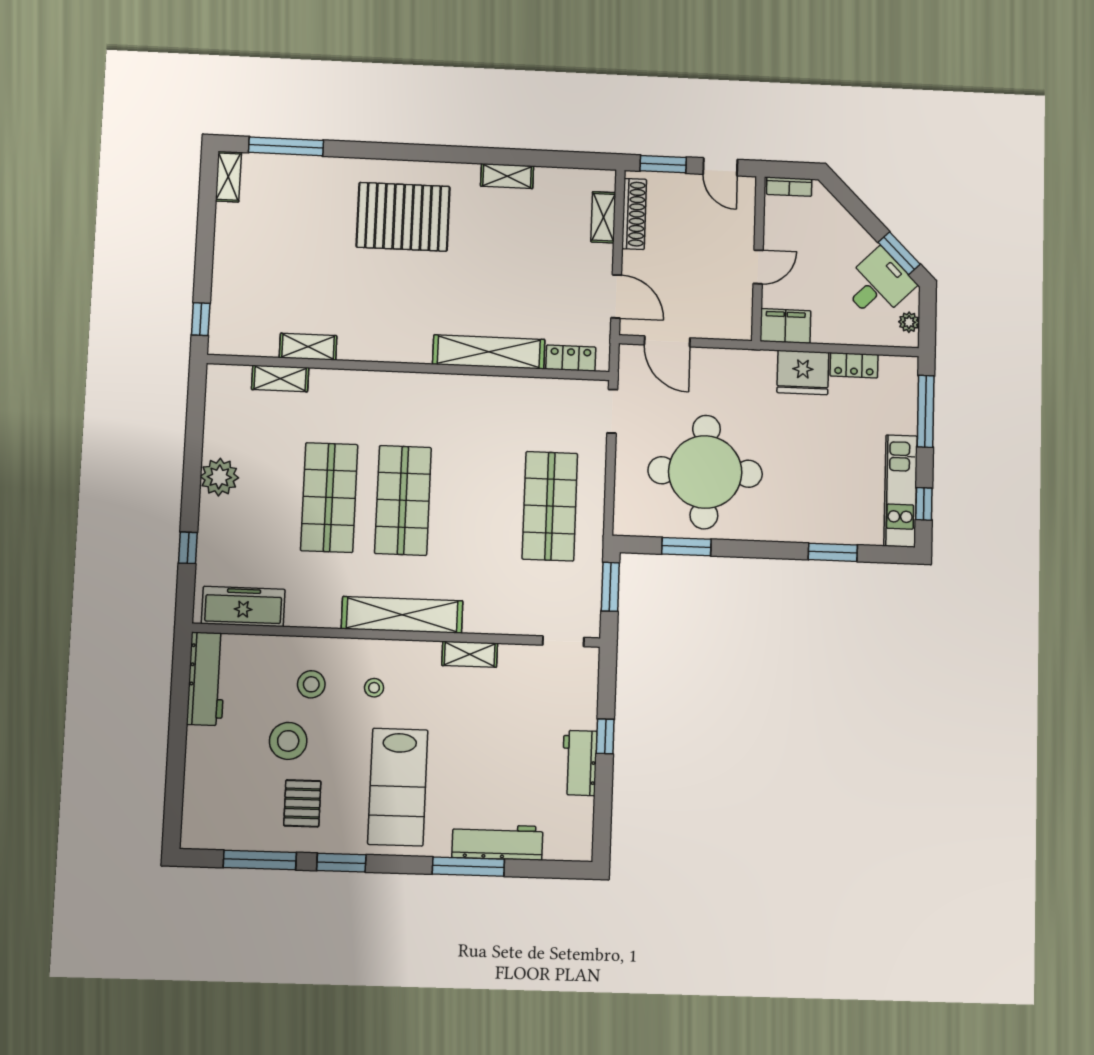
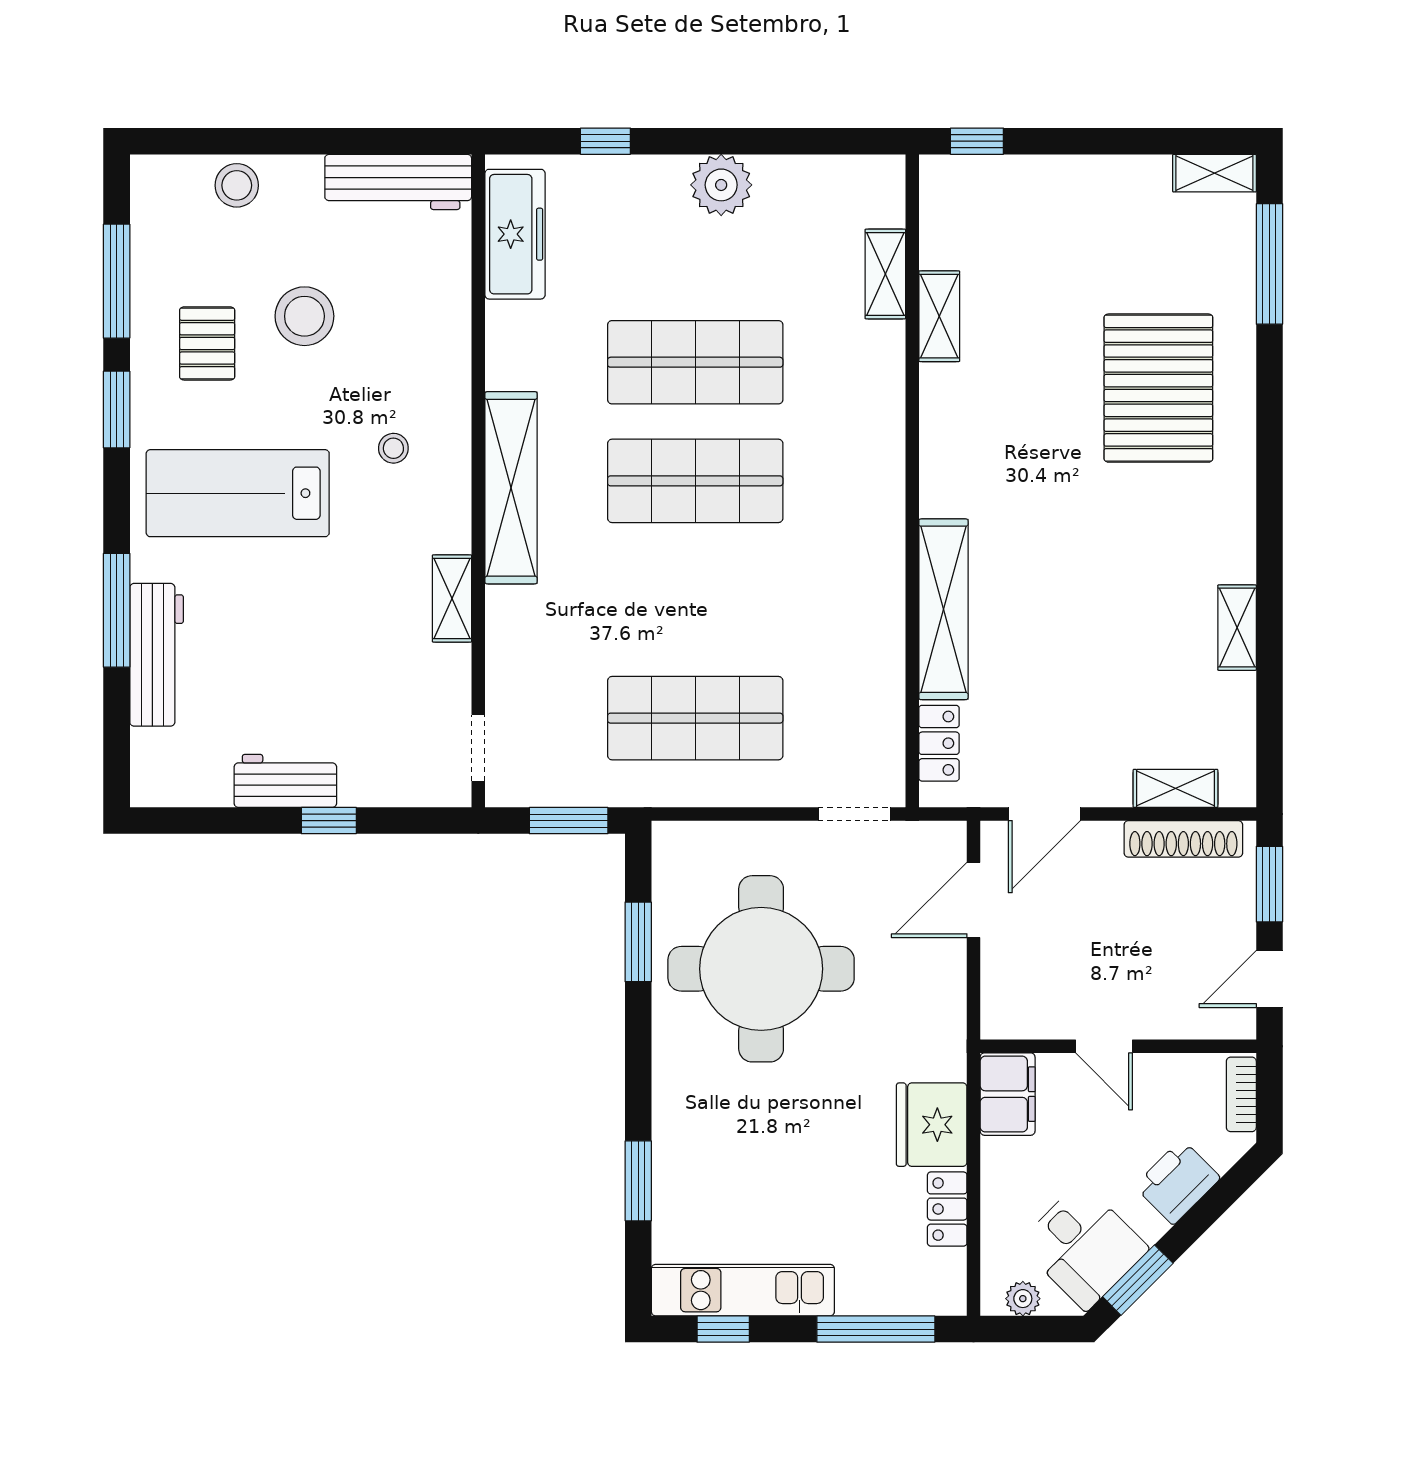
pallet: (403, 217) -> (1158, 388), moved
printer: (841, 227) -> (1177, 1182), added
stool: (311, 684) -> (237, 185), moved
pallet: (302, 803) -> (207, 343), turned 90

